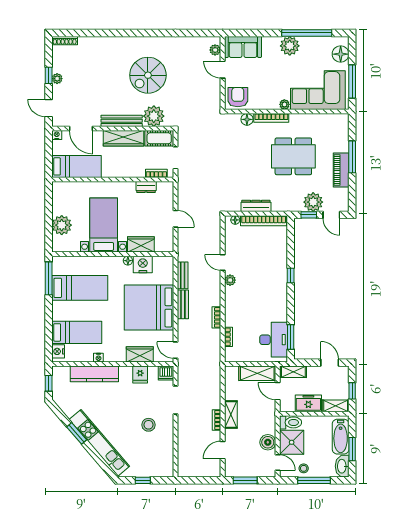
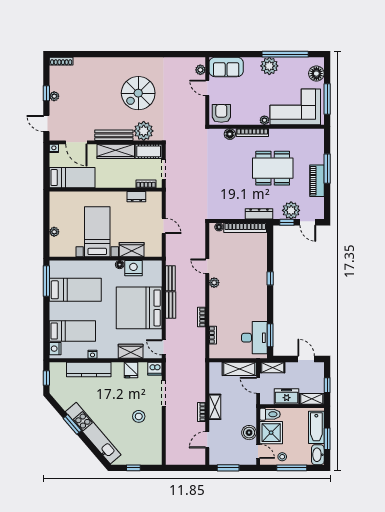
dresser: (256, 206) -> (259, 214), moved
plant: (62, 225) -> (54, 232), width x0.53, depth x0.53

